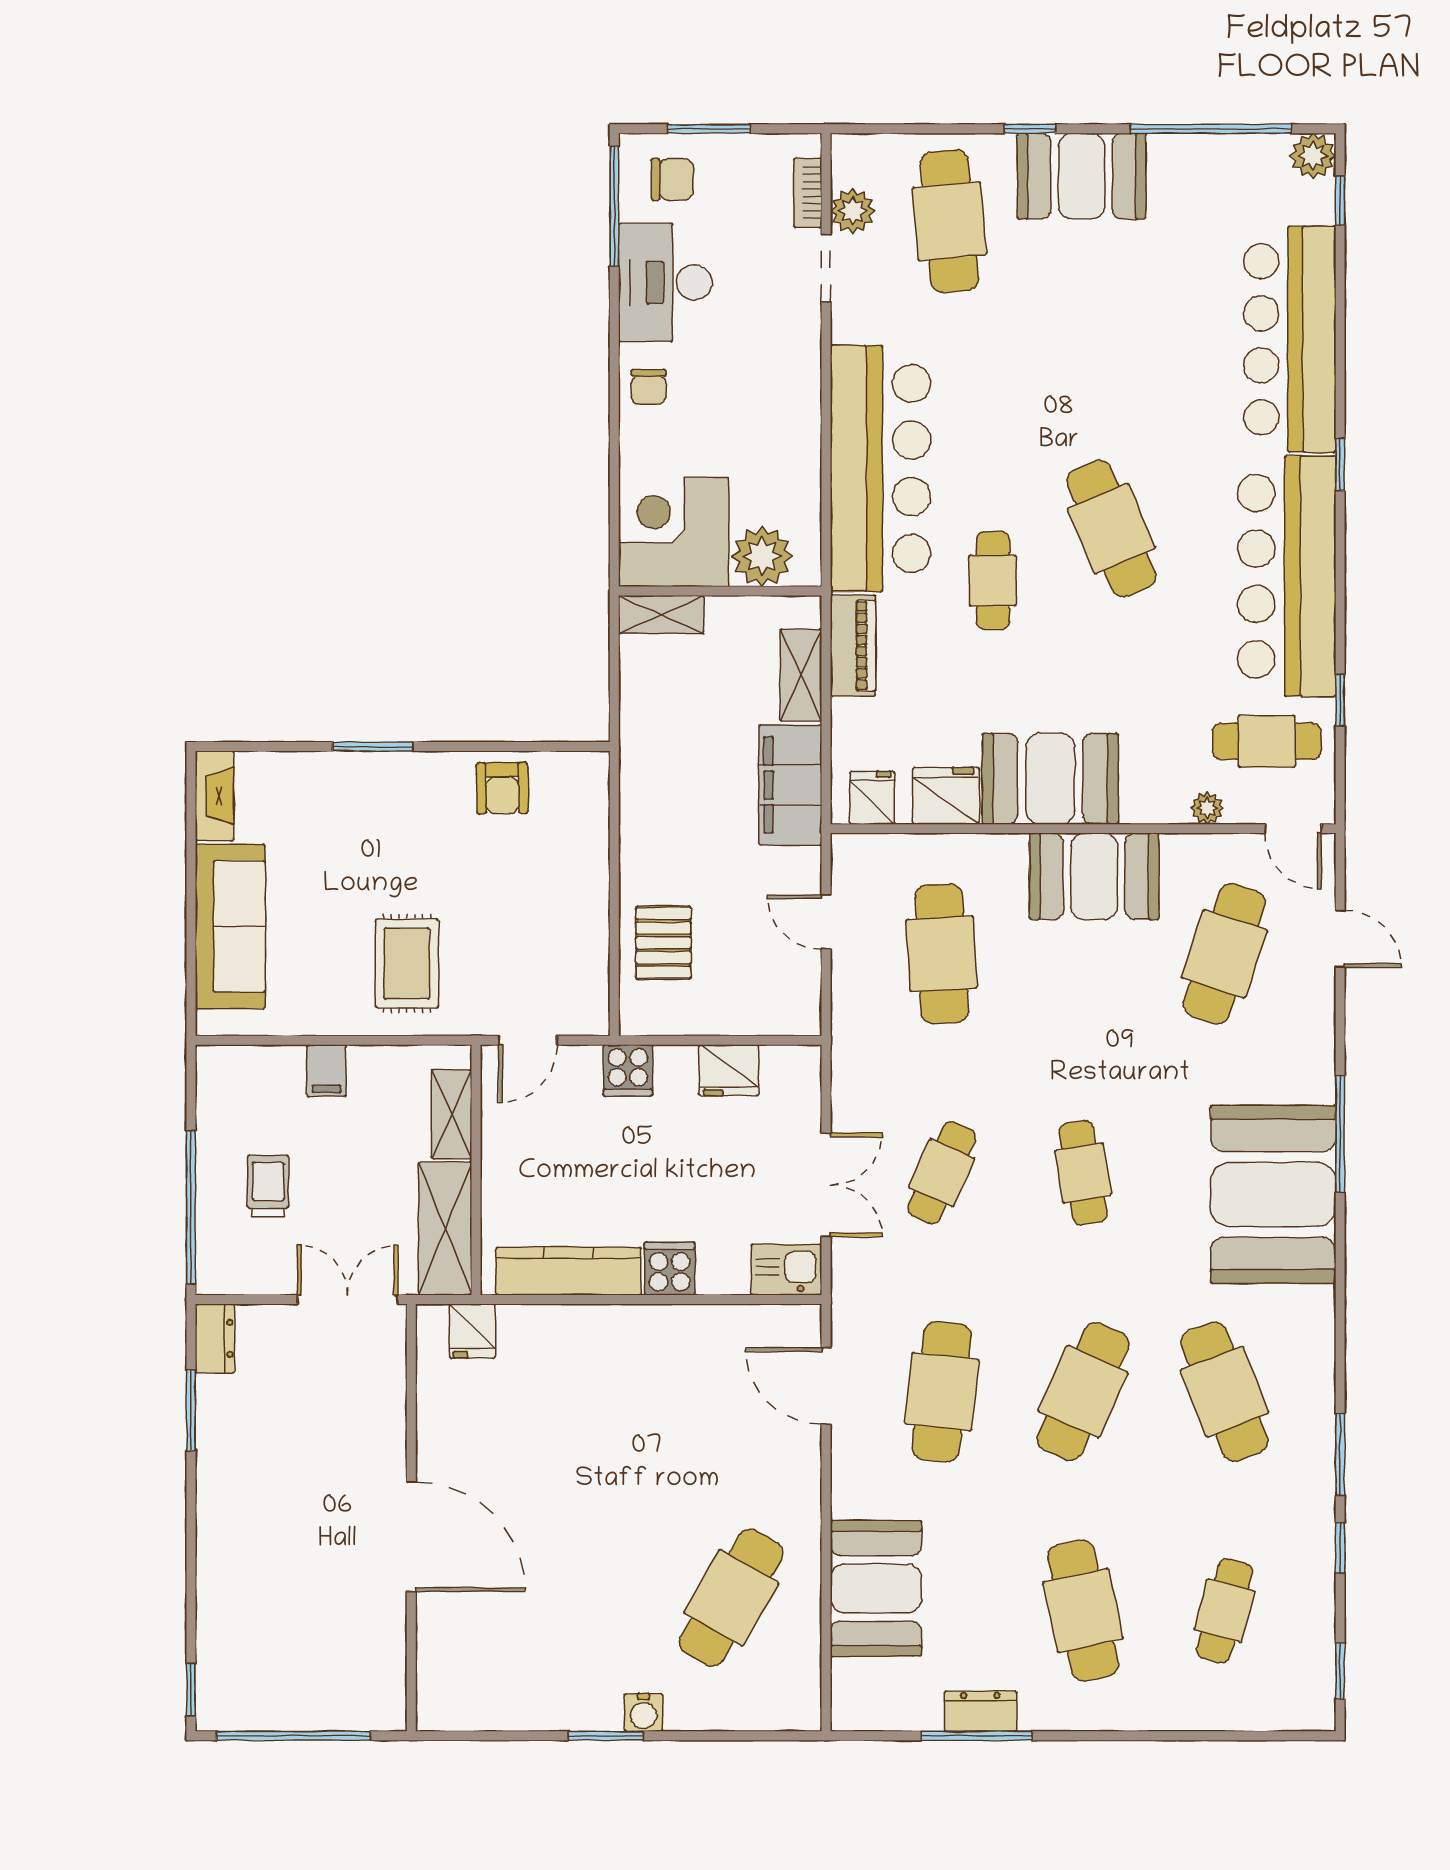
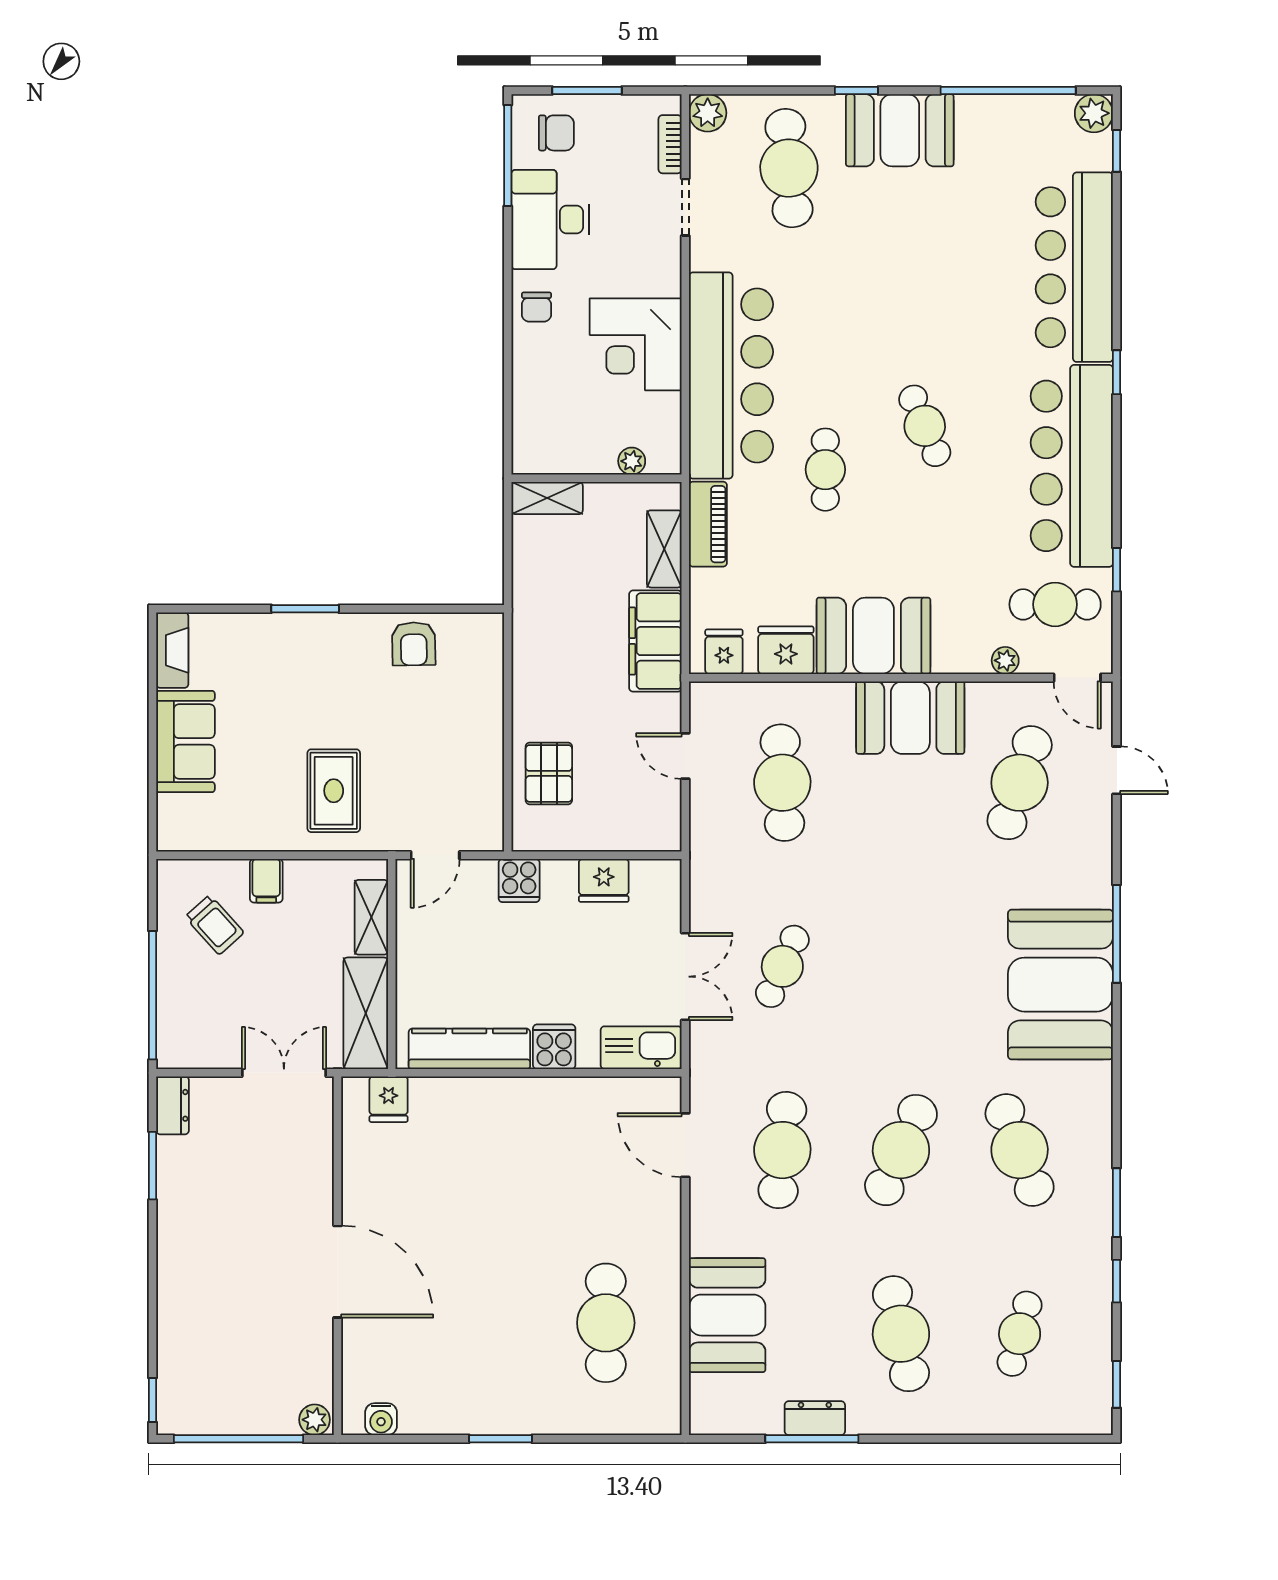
plant: (853, 211) -> (708, 113), moved
cafe table: (1111, 528) -> (925, 426), width x0.73, depth x0.74
corner desk: (673, 532) -> (636, 344), moved, turned -90
plant: (762, 556) -> (632, 461), width x0.53, depth x0.53
sofa: (230, 926) -> (185, 741), width x0.73
cafe table: (1083, 1173) -> (901, 966), removed
trolley: (268, 1186) -> (214, 925), moved, turned 138
kitchen sink: (787, 1270) -> (641, 1048), width x1.38
cafe table: (731, 1598) -> (606, 1323), turned -30
water cooler: (644, 1712) -> (381, 1419), moved
plant: (384, 1713) -> (315, 1420), added

